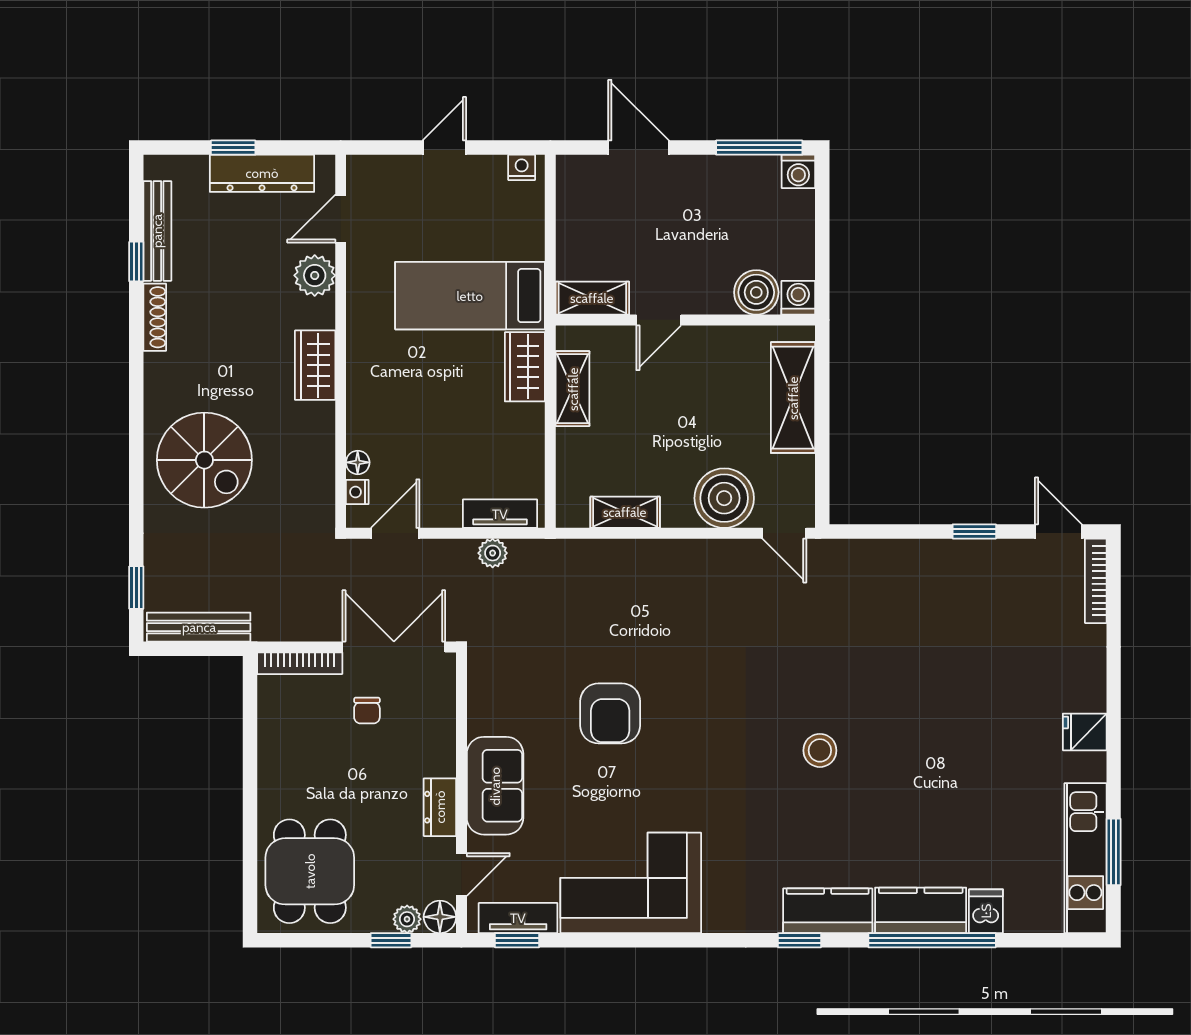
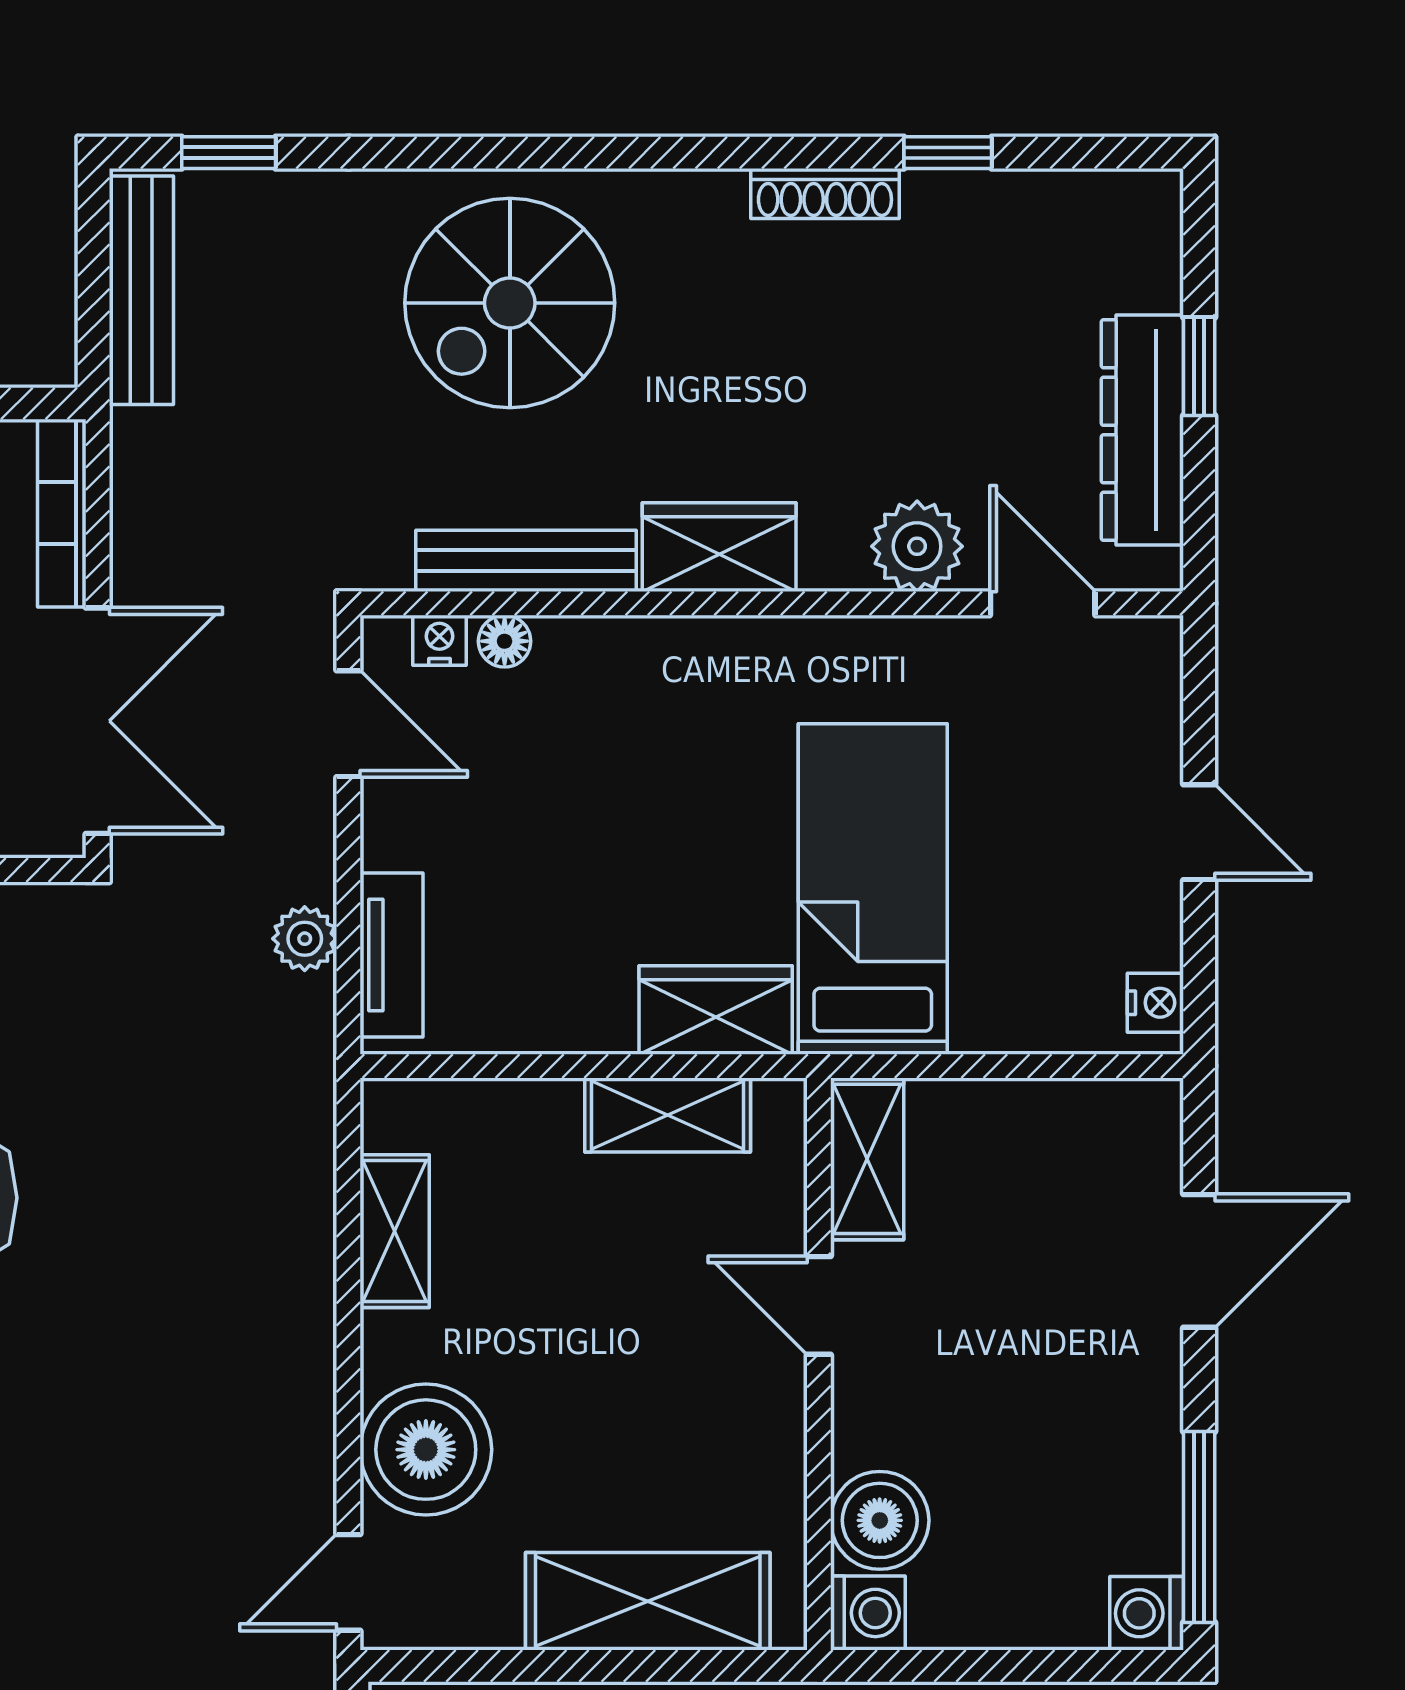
bench: (157, 231) -> (526, 561), moved

